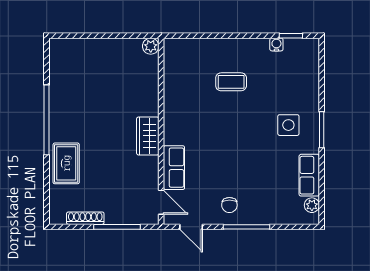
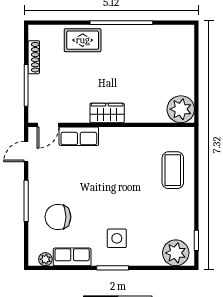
water cooler: (276, 45) -> (189, 228), removed
plant: (151, 46) -> (181, 109), width x1.88, depth x1.88
plant: (305, 59) -> (176, 253), added
coffee table: (231, 82) -> (173, 170), moved, width x1.36, depth x1.30
chair: (229, 205) -> (58, 217), moved, width x1.87, depth x1.87

